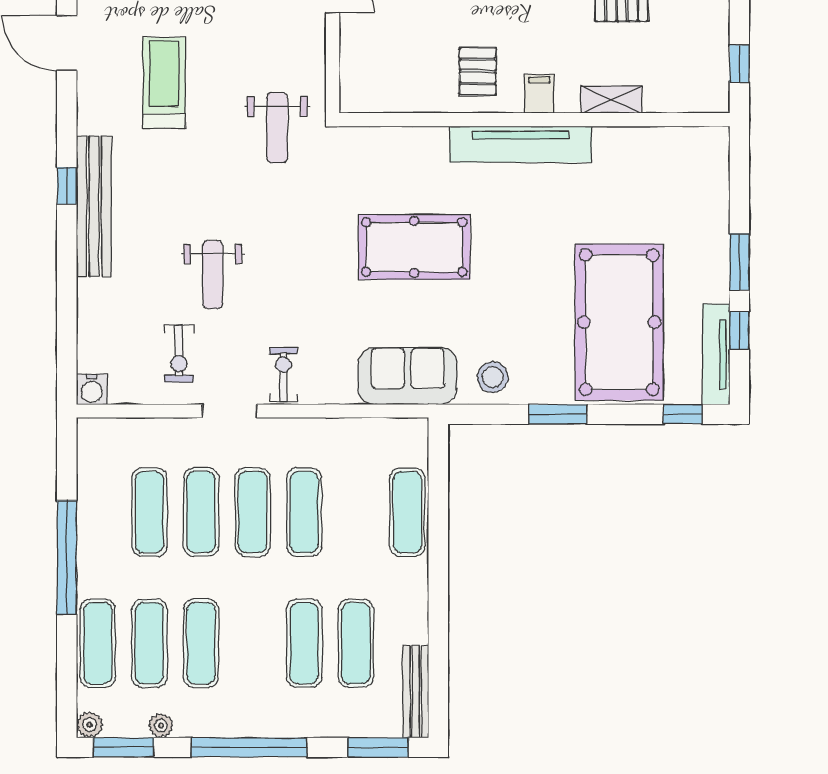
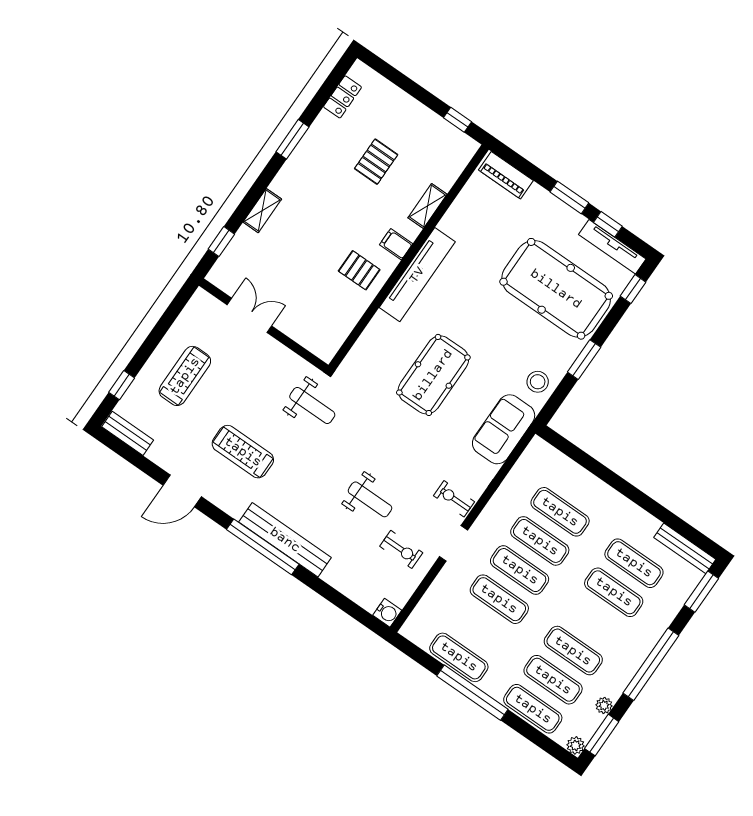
piano: (713, 168) -> (506, 175), added
window: (67, 186) -> (263, 547), width x3.17
exercise mat: (149, 512) -> (459, 657), moved
exercise mat: (407, 512) -> (560, 512), moved

